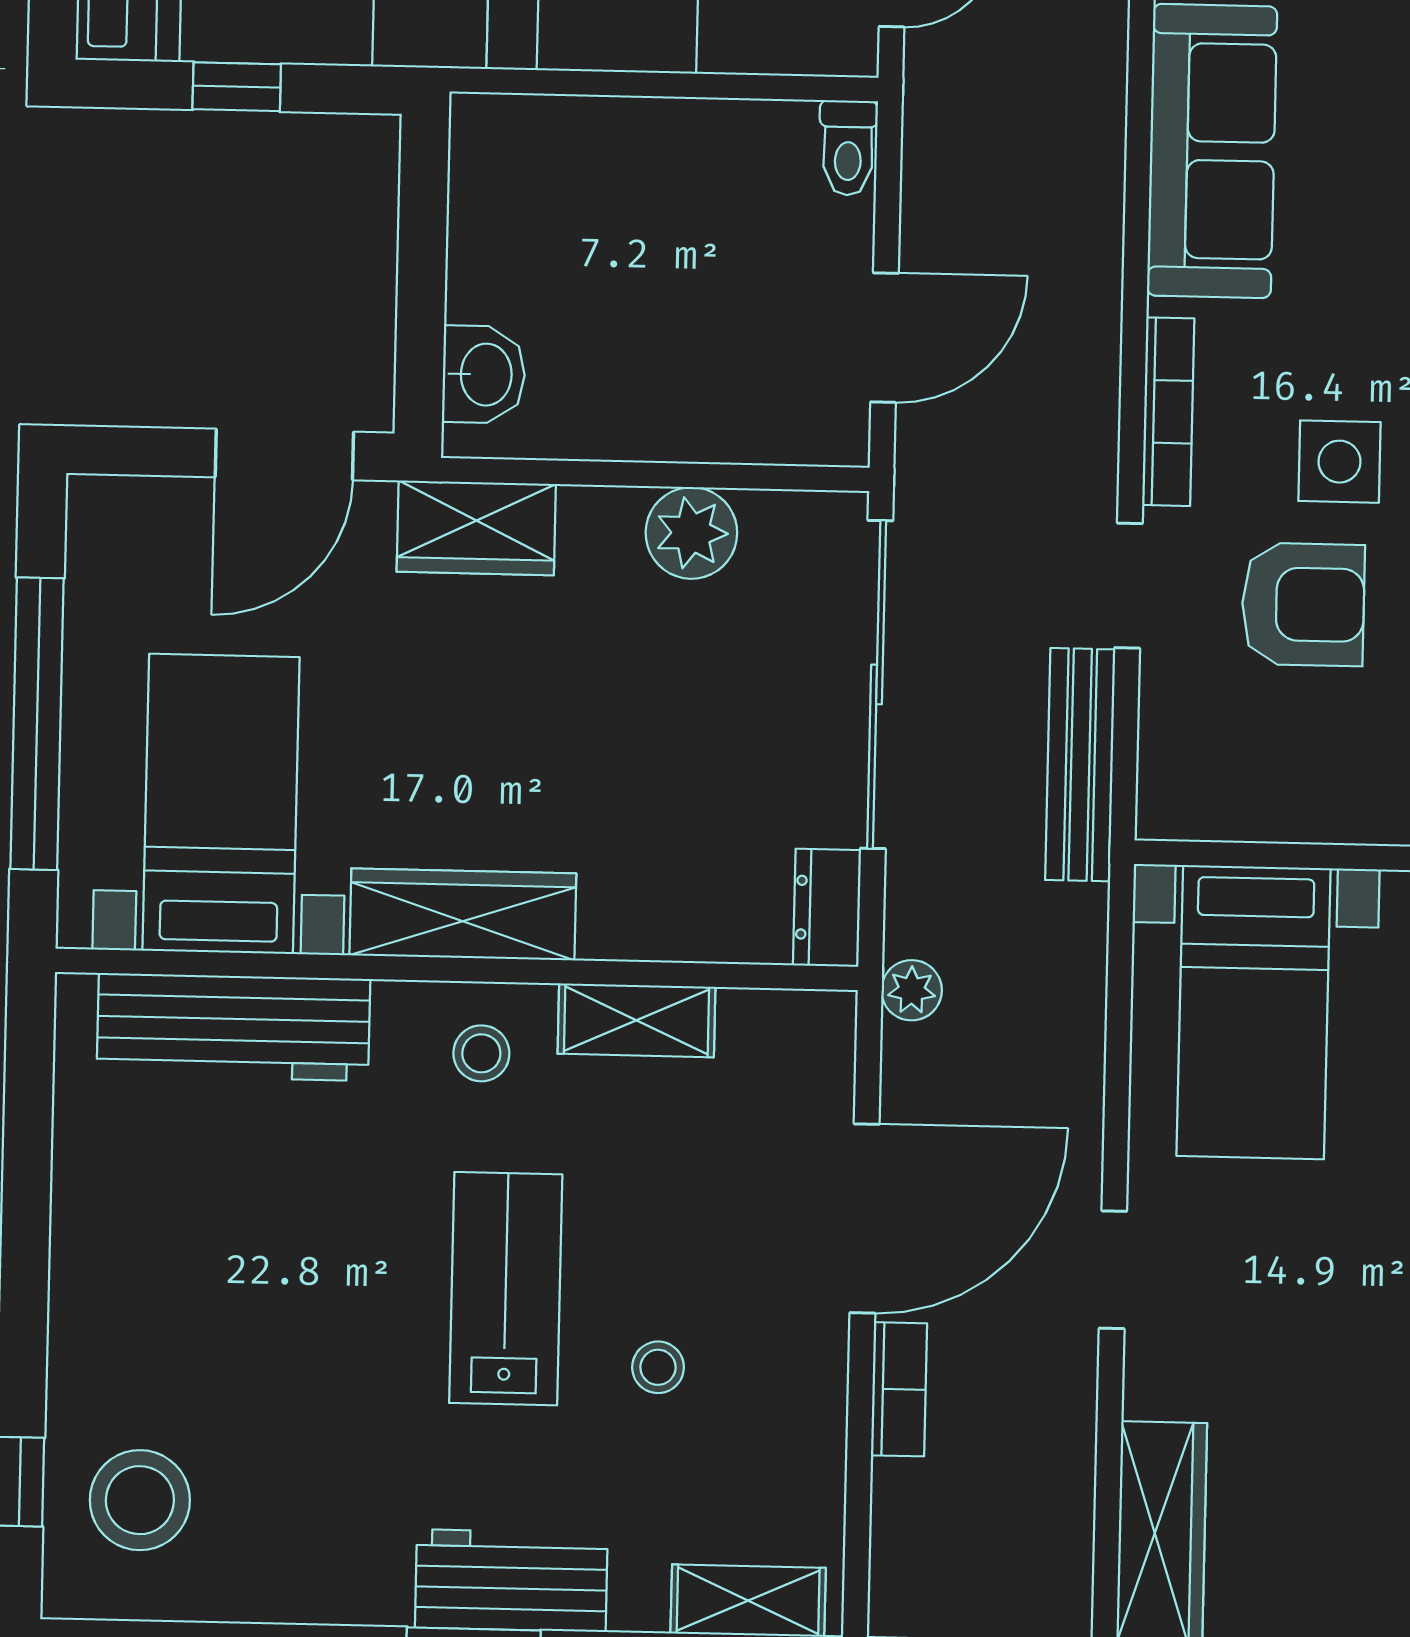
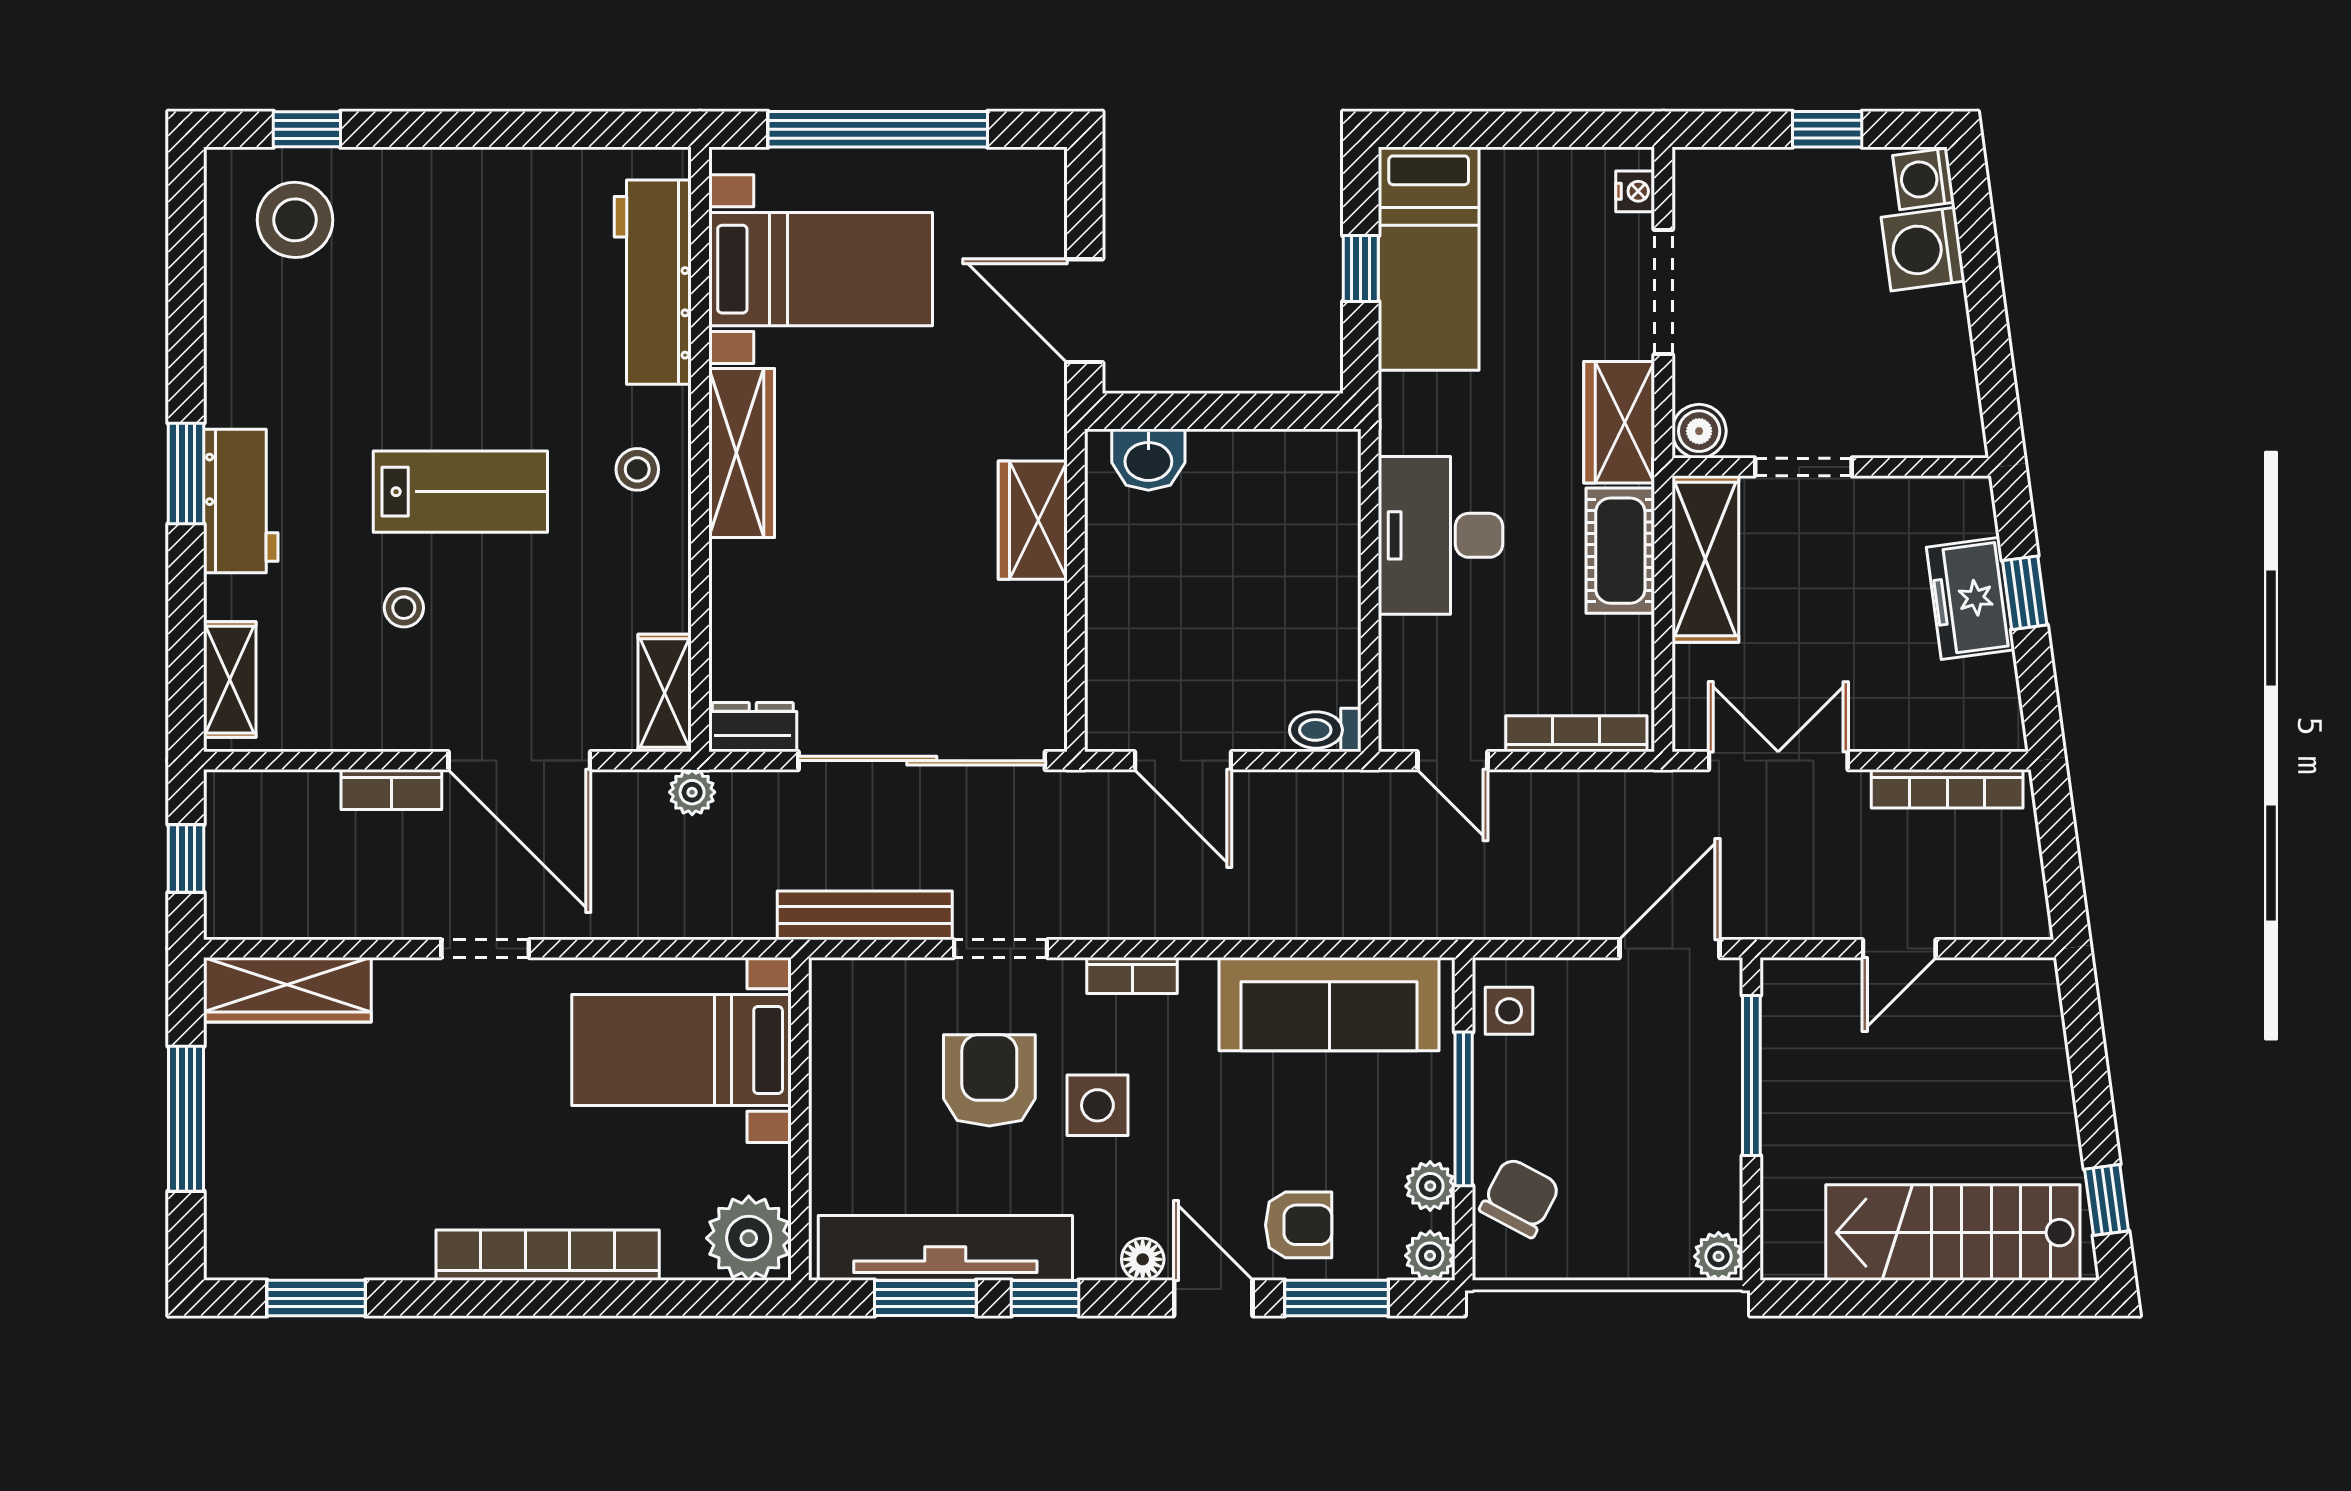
bookcase: (1168, 412) -> (1132, 975), width x0.64
wardrobe: (476, 528) -> (1033, 520), moved
plant: (691, 533) -> (1033, 619), removed
armchair: (1303, 604) -> (989, 1080), turned 180
shelving: (636, 1020) -> (665, 693), moved

